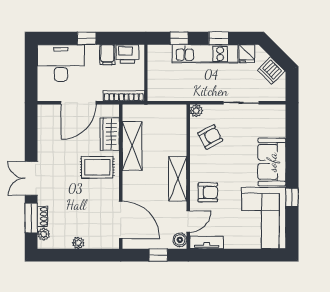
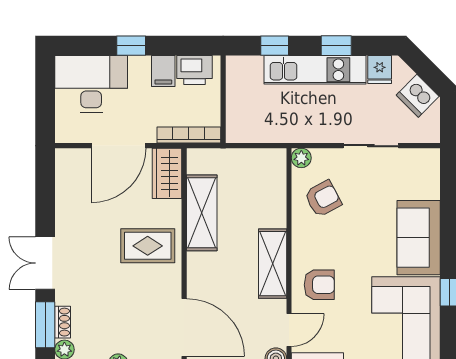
wardrobe: (110, 134) -> (167, 173), moved

